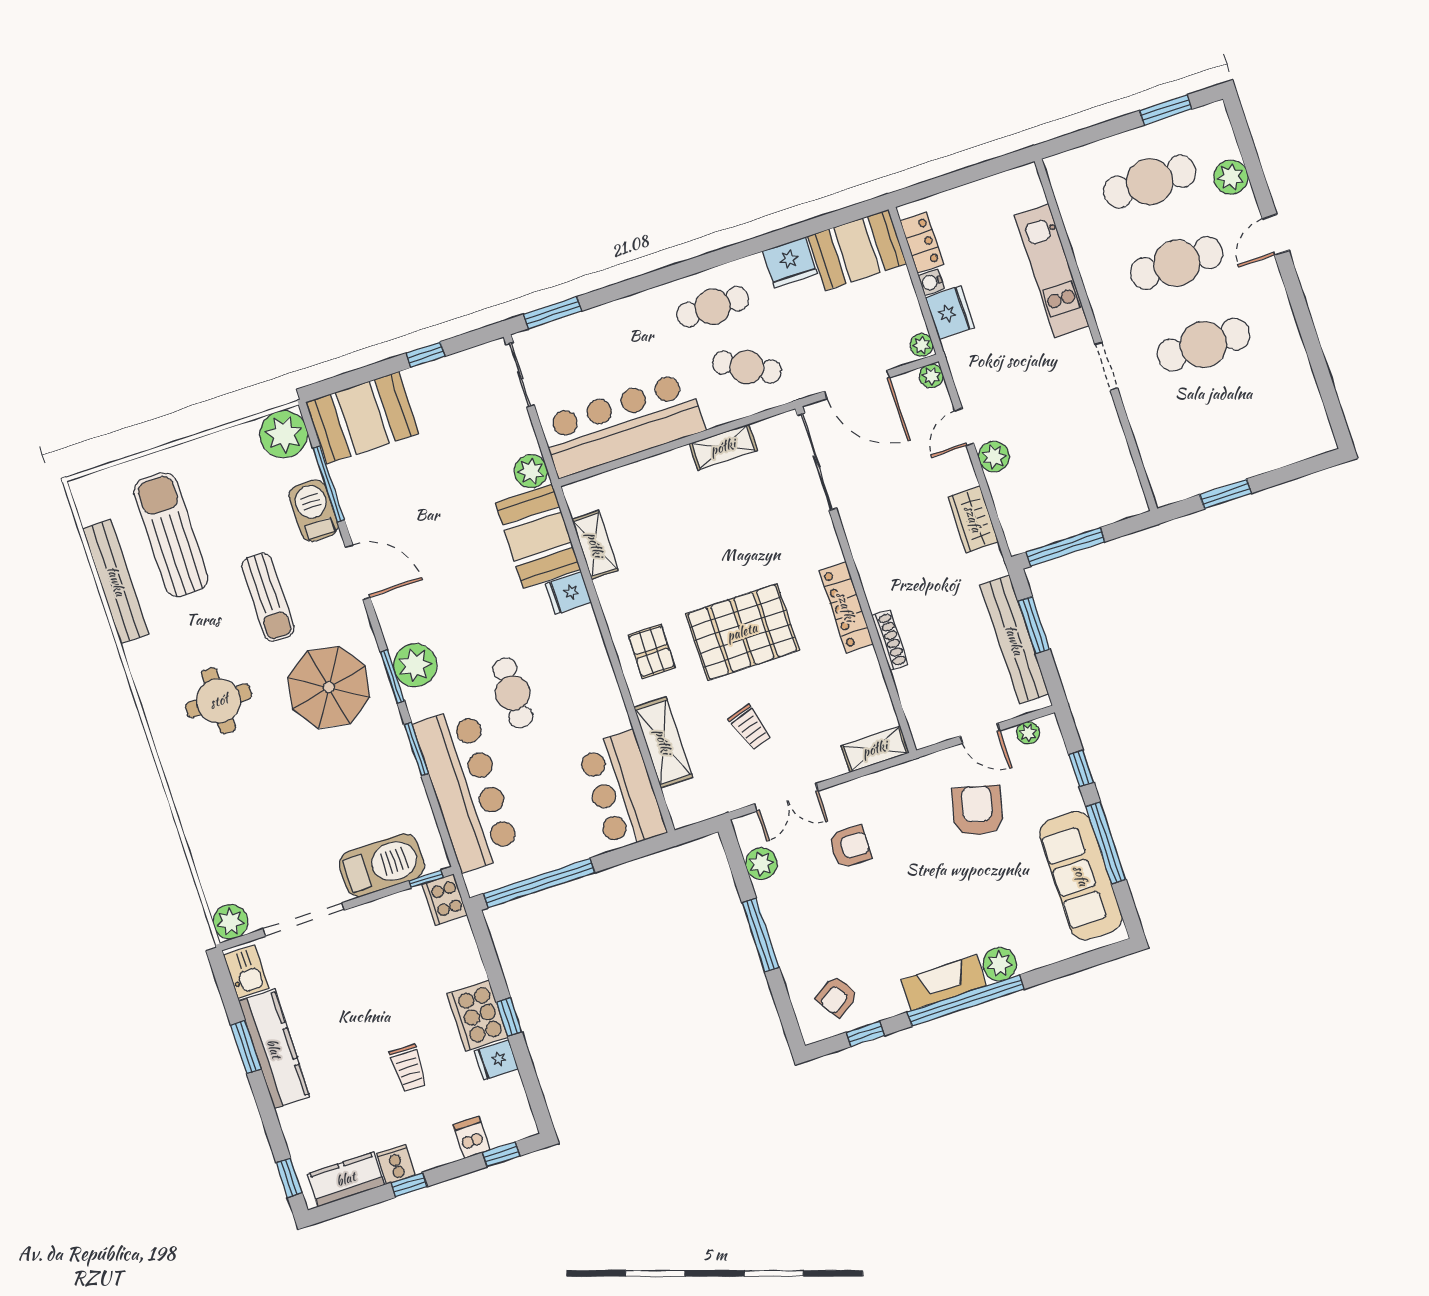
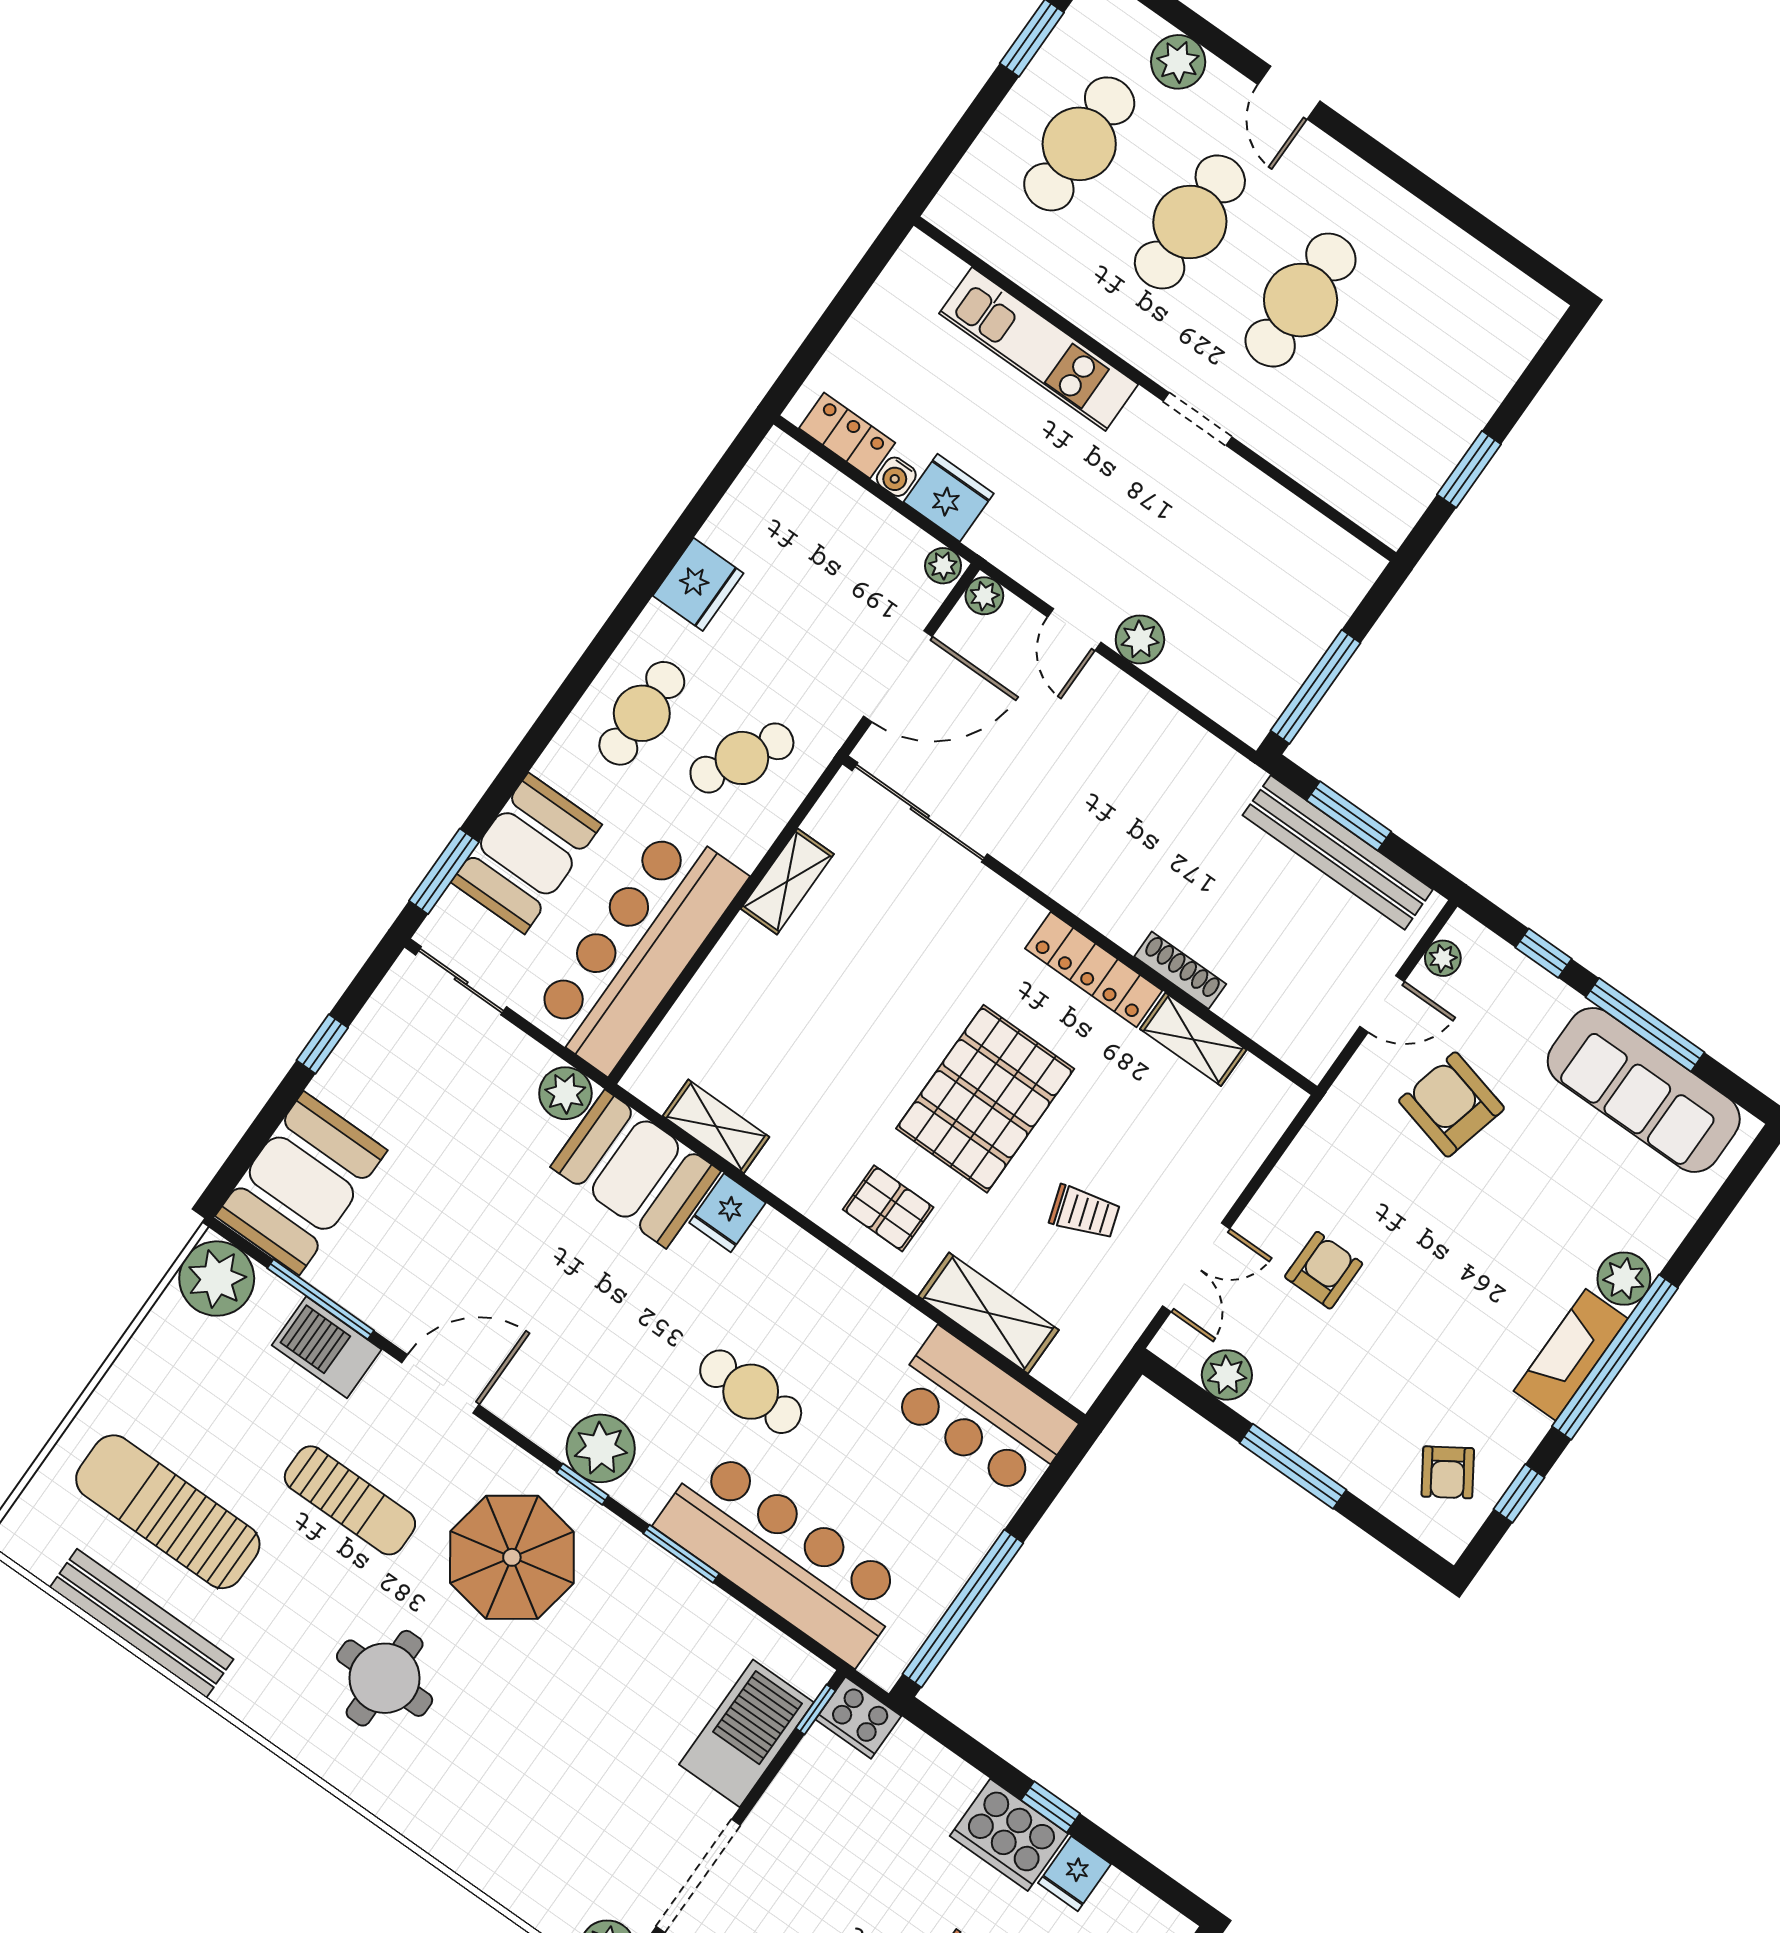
booth: (857, 250) -> (526, 853), moved
wardrobe: (973, 519) -> (1172, 739), removed
window: (392, 677) -> (583, 1484), width x0.67
shelving: (875, 749) -> (1193, 1039), moved, turned 90

